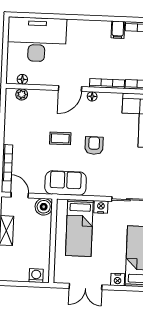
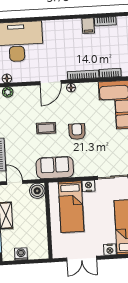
washing machine: (36, 276) -> (21, 254), moved

